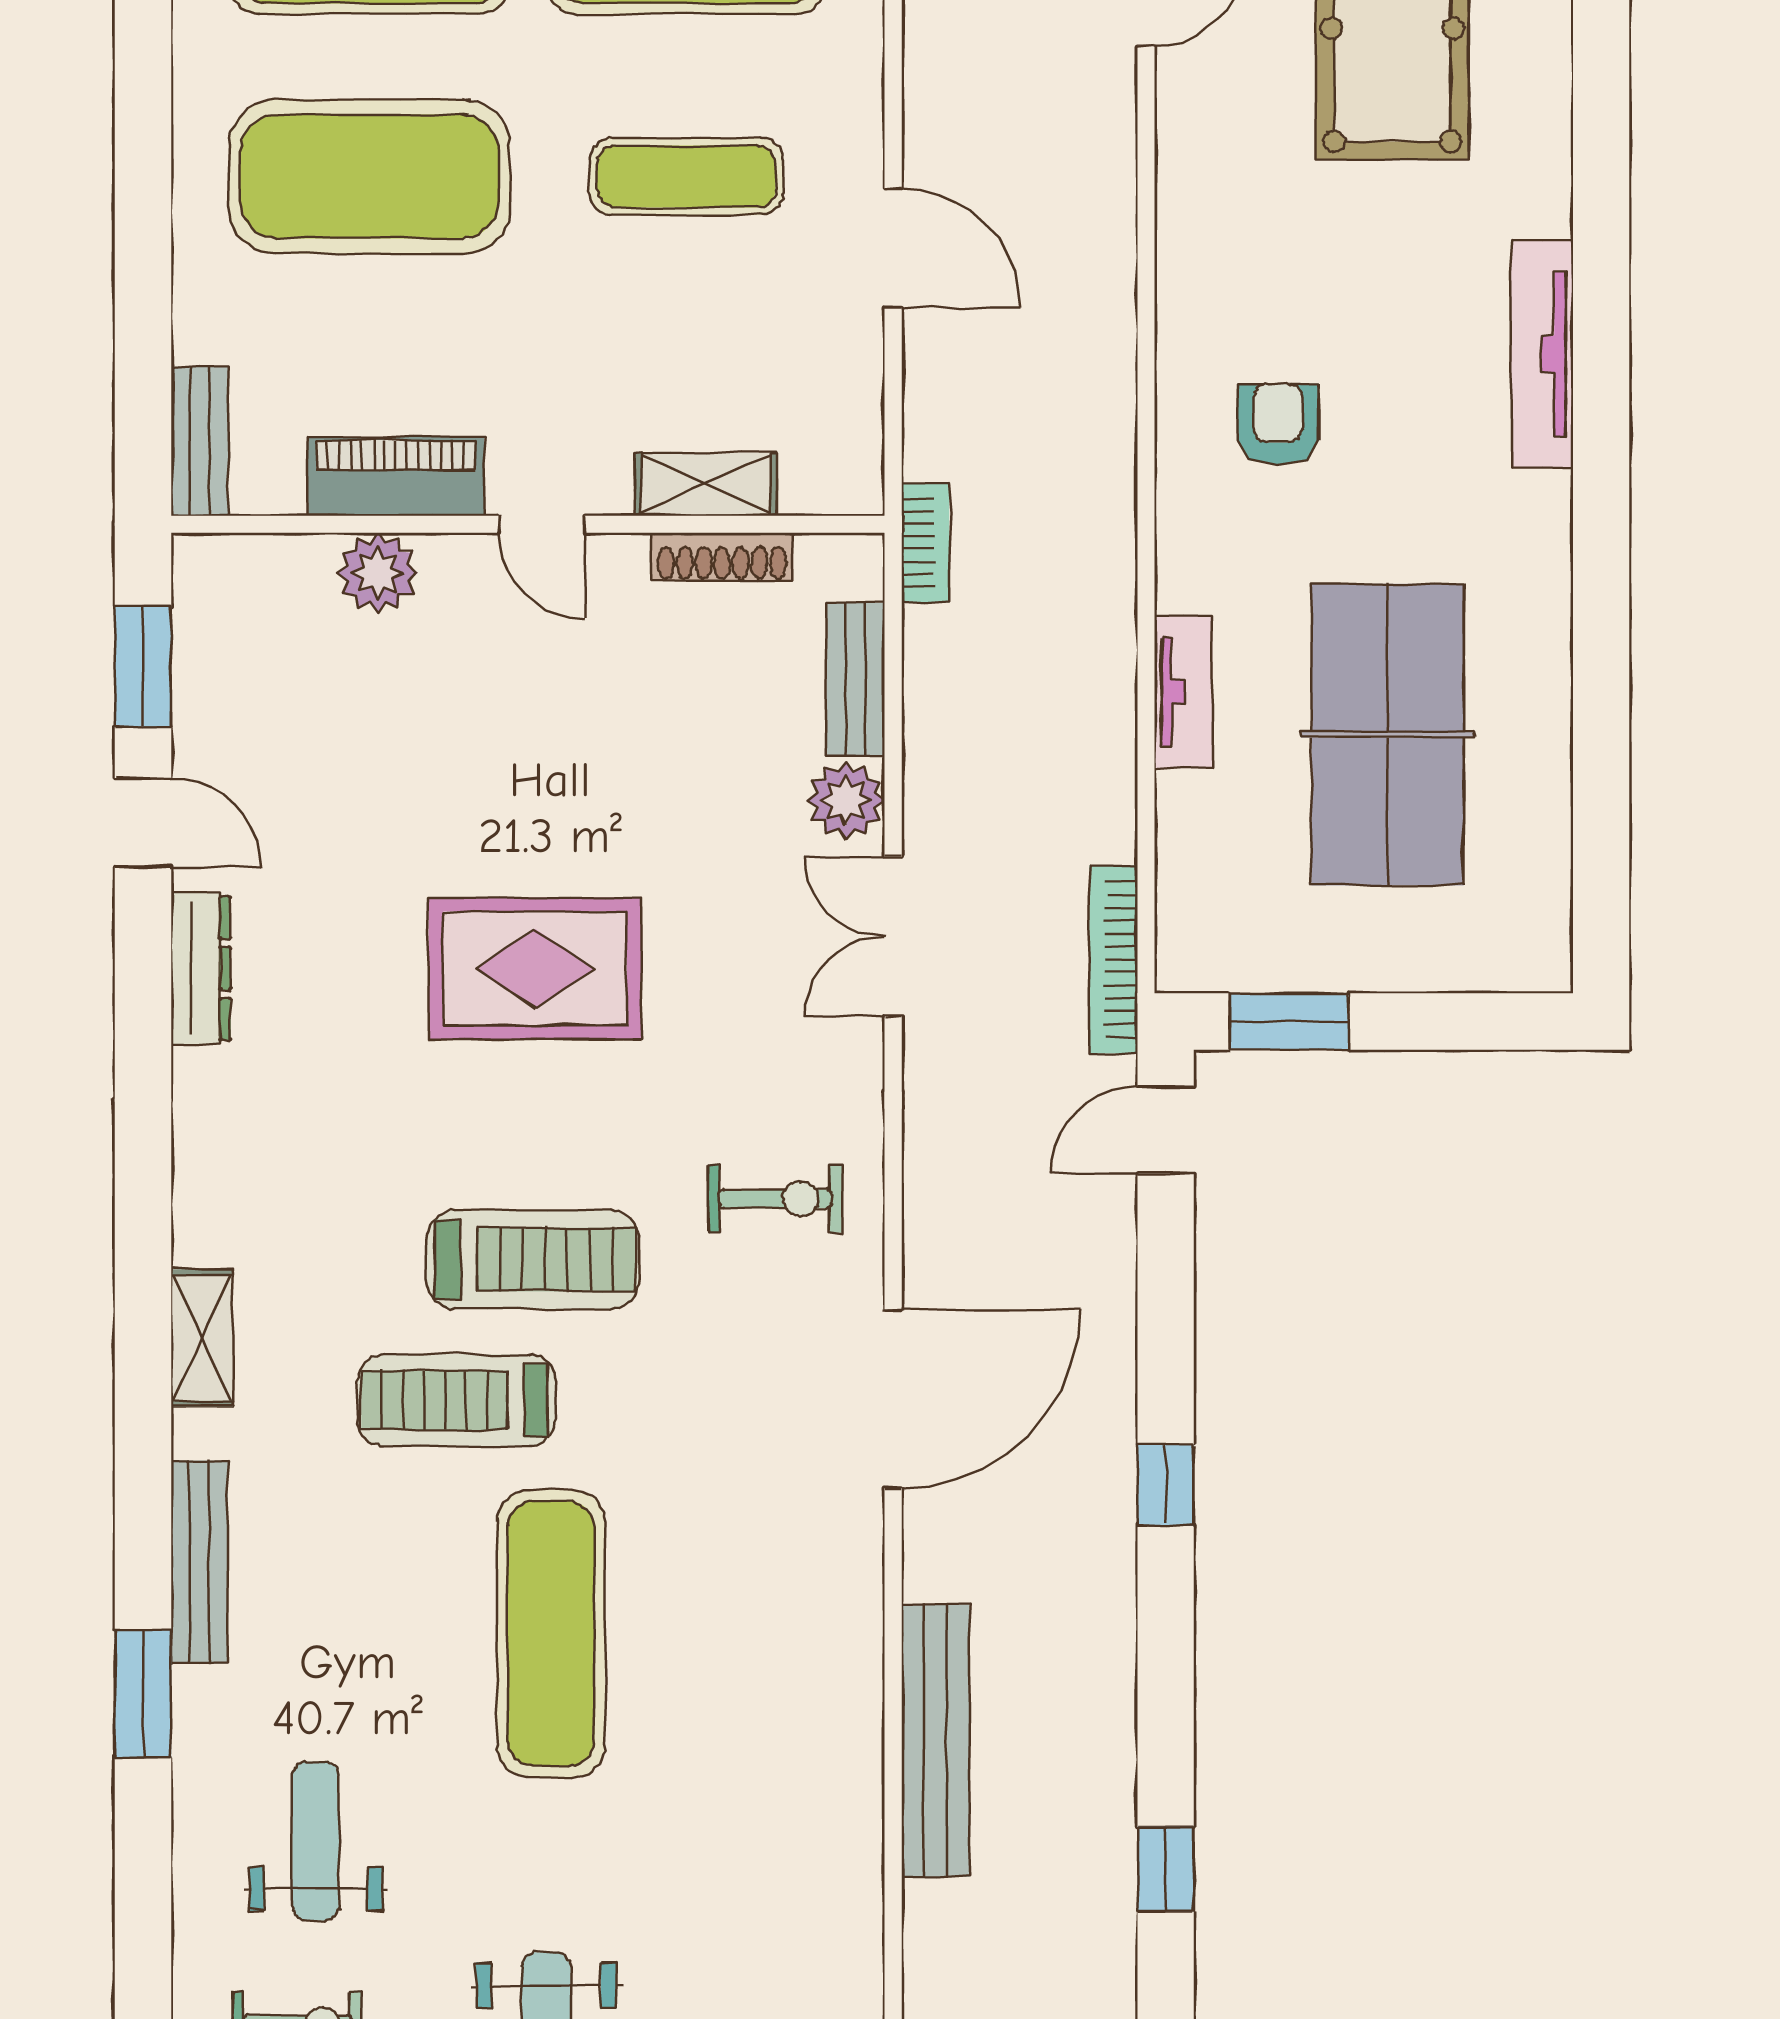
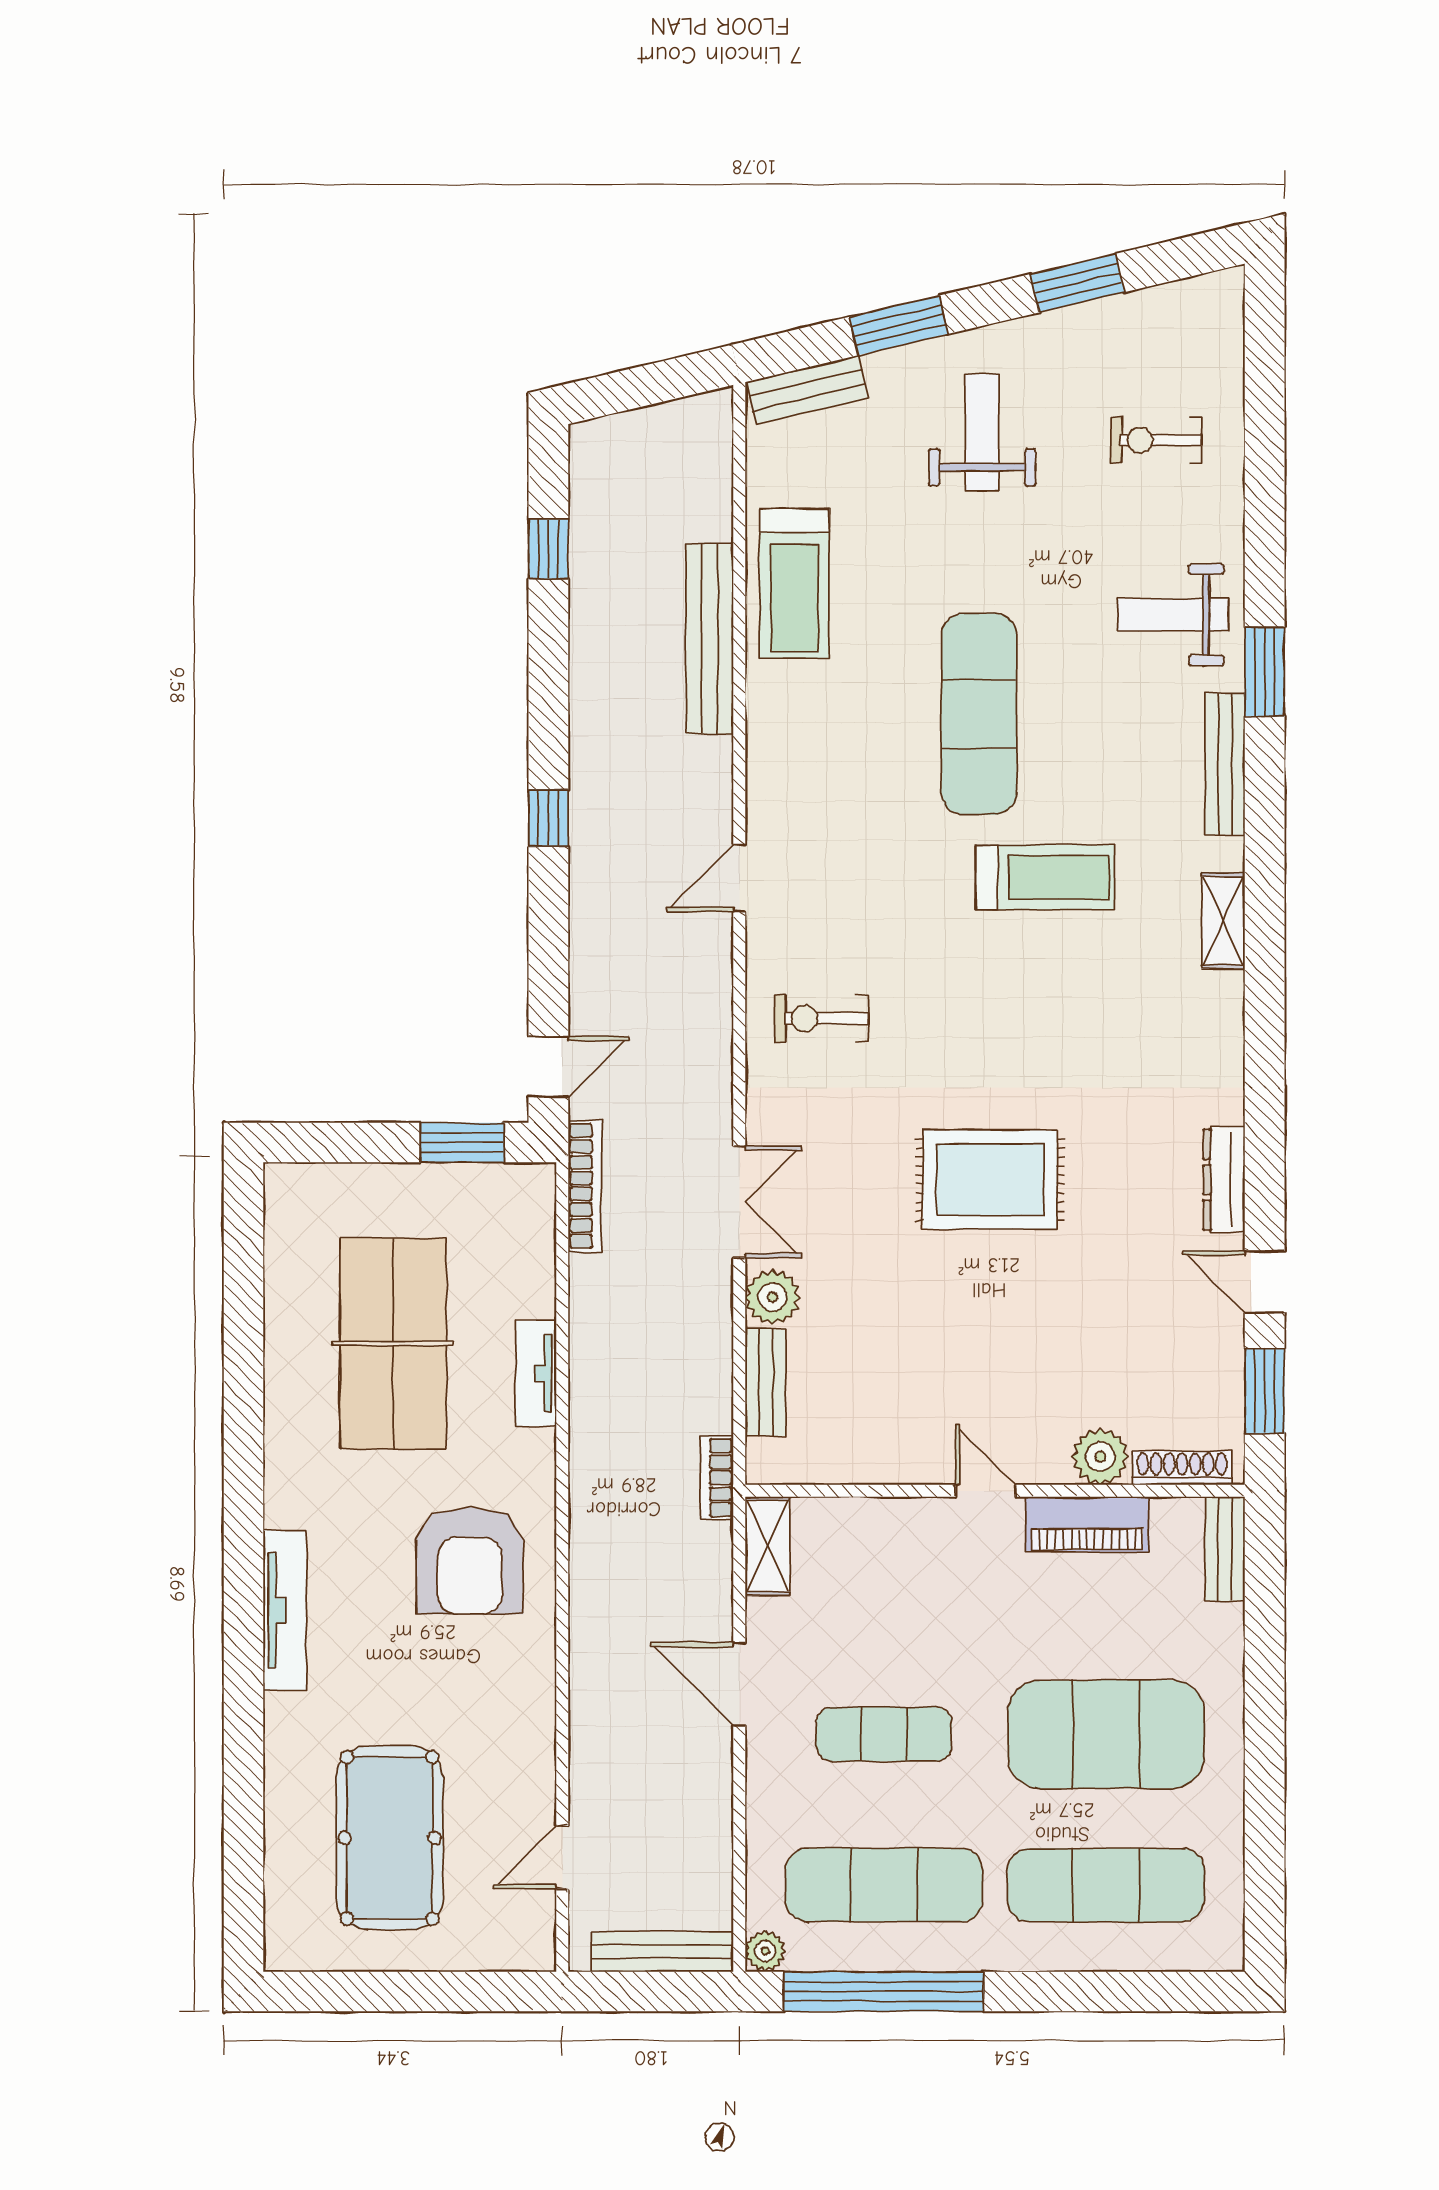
armchair: (1278, 424) -> (470, 1561), width x1.88, depth x1.88
shelving: (706, 484) -> (767, 1546), moved, turned 90
shoe rack: (722, 557) -> (1182, 1468), moved
treadmill: (533, 1260) -> (794, 583), moved, turned -90
door: (893, 1399) -> (739, 878), width x0.53
weight bench: (316, 1841) -> (1173, 615), moved, turned 90

